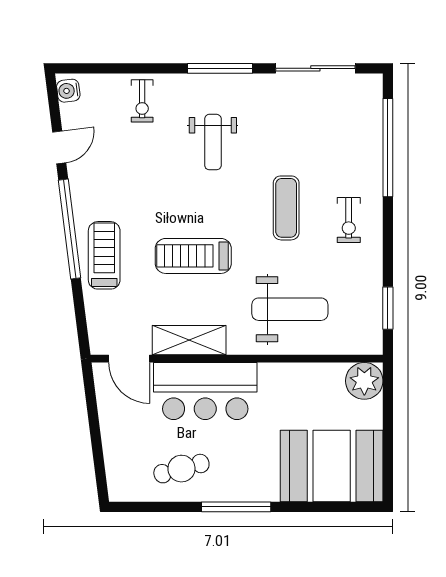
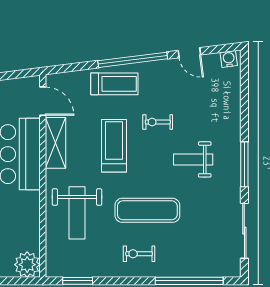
exercise bike: (142, 101) -> (158, 122), moved
exercise mat: (286, 208) -> (147, 210), width x1.36, depth x1.45
door: (129, 359) -> (43, 101), swing flipped

